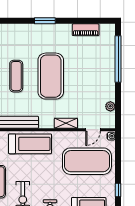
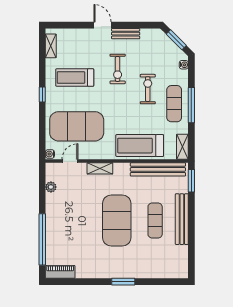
piano: (86, 30) -> (60, 272), moved

